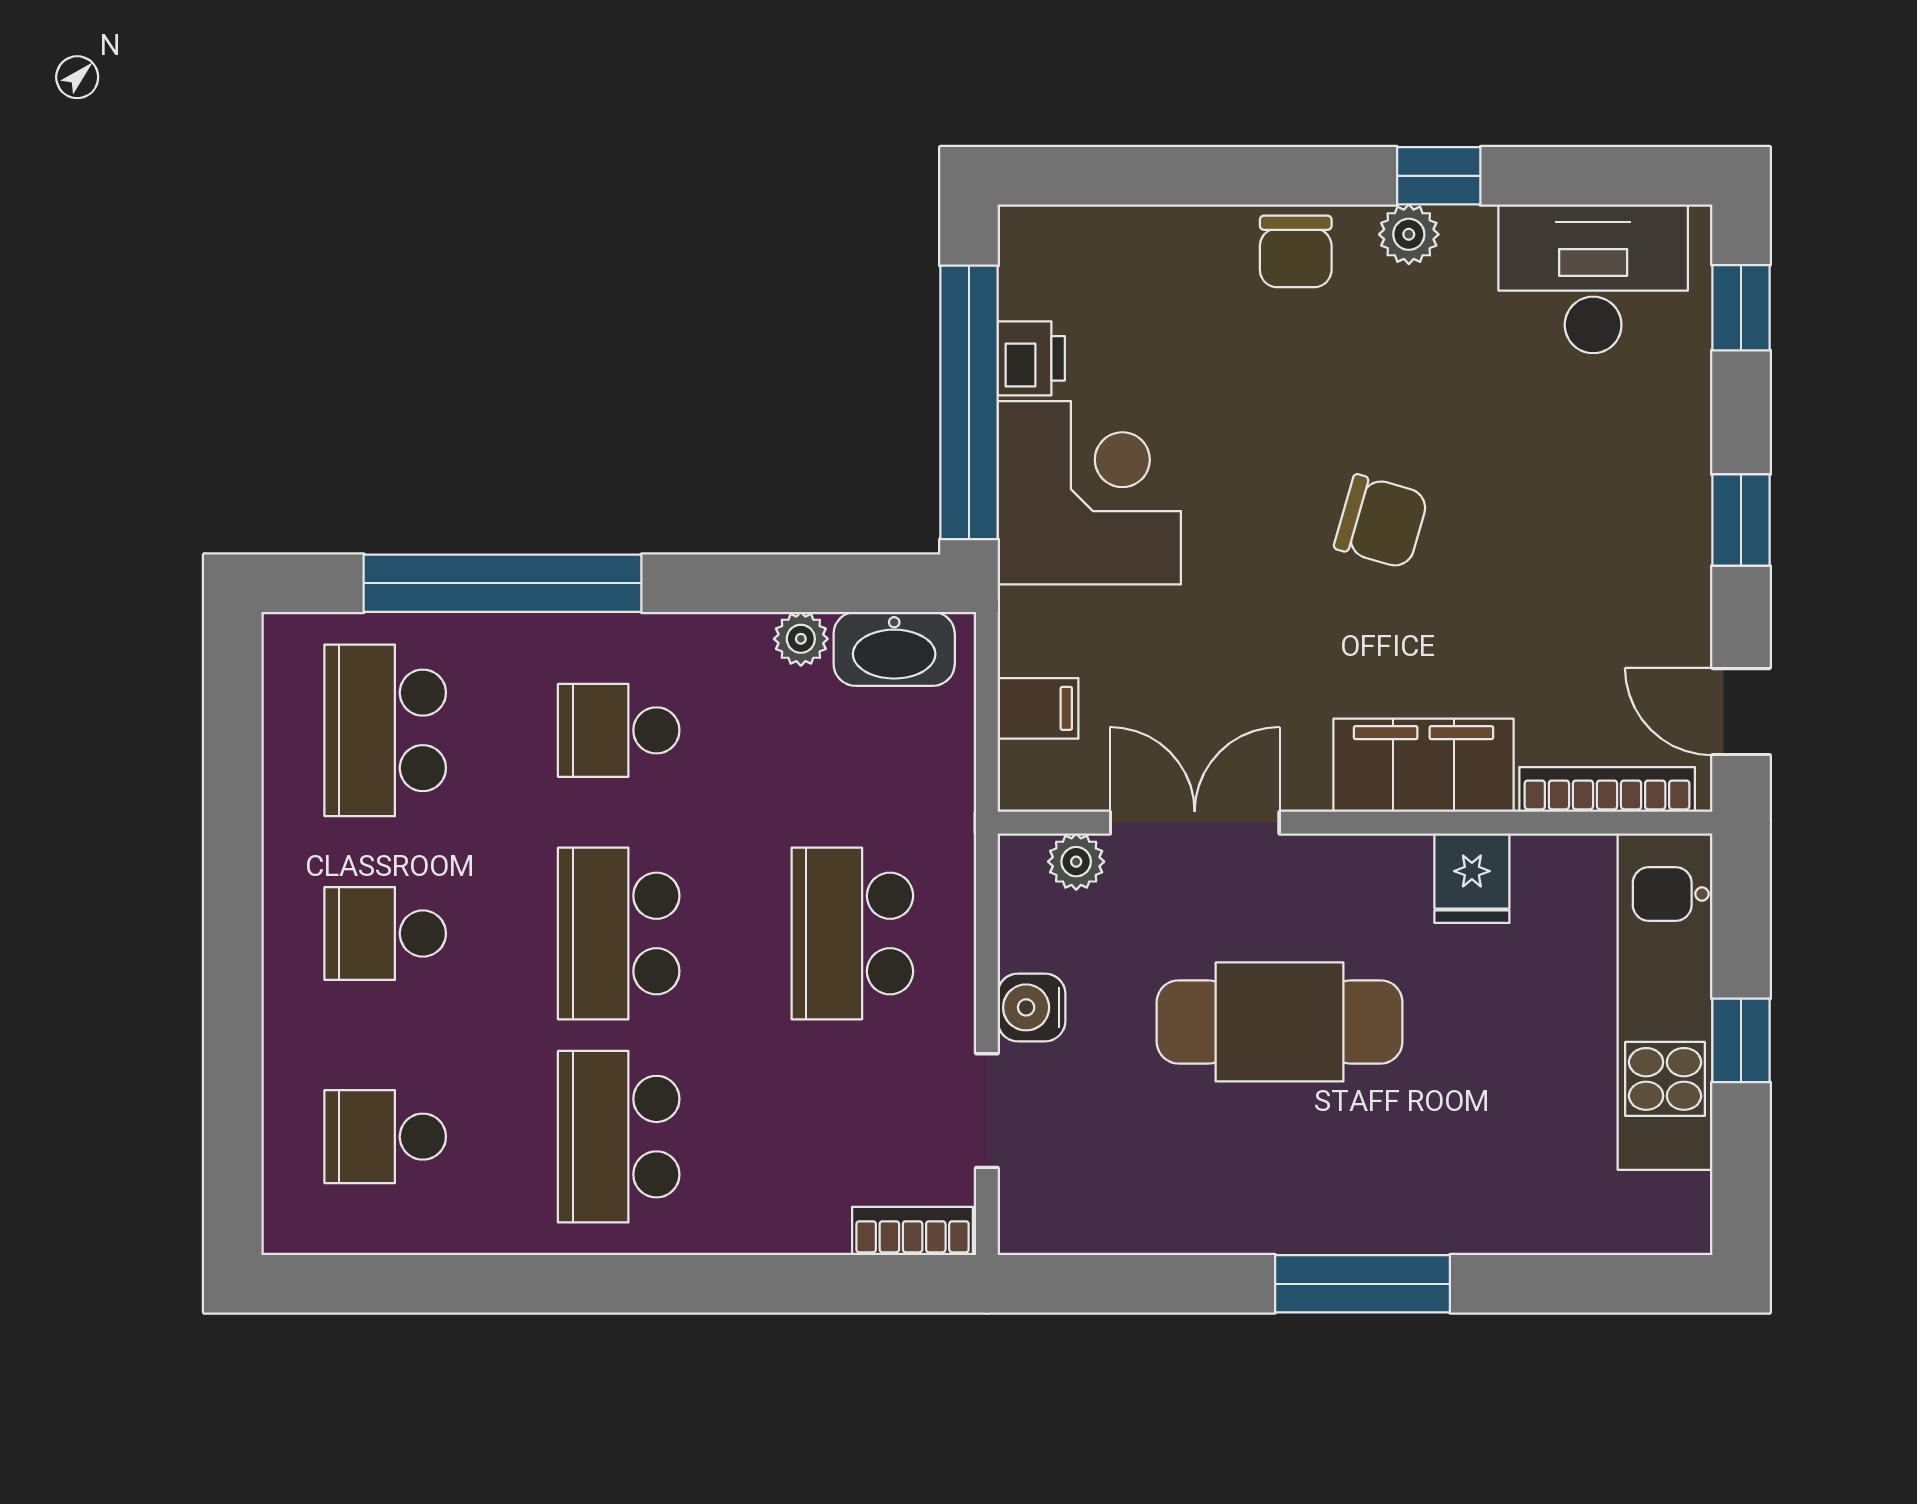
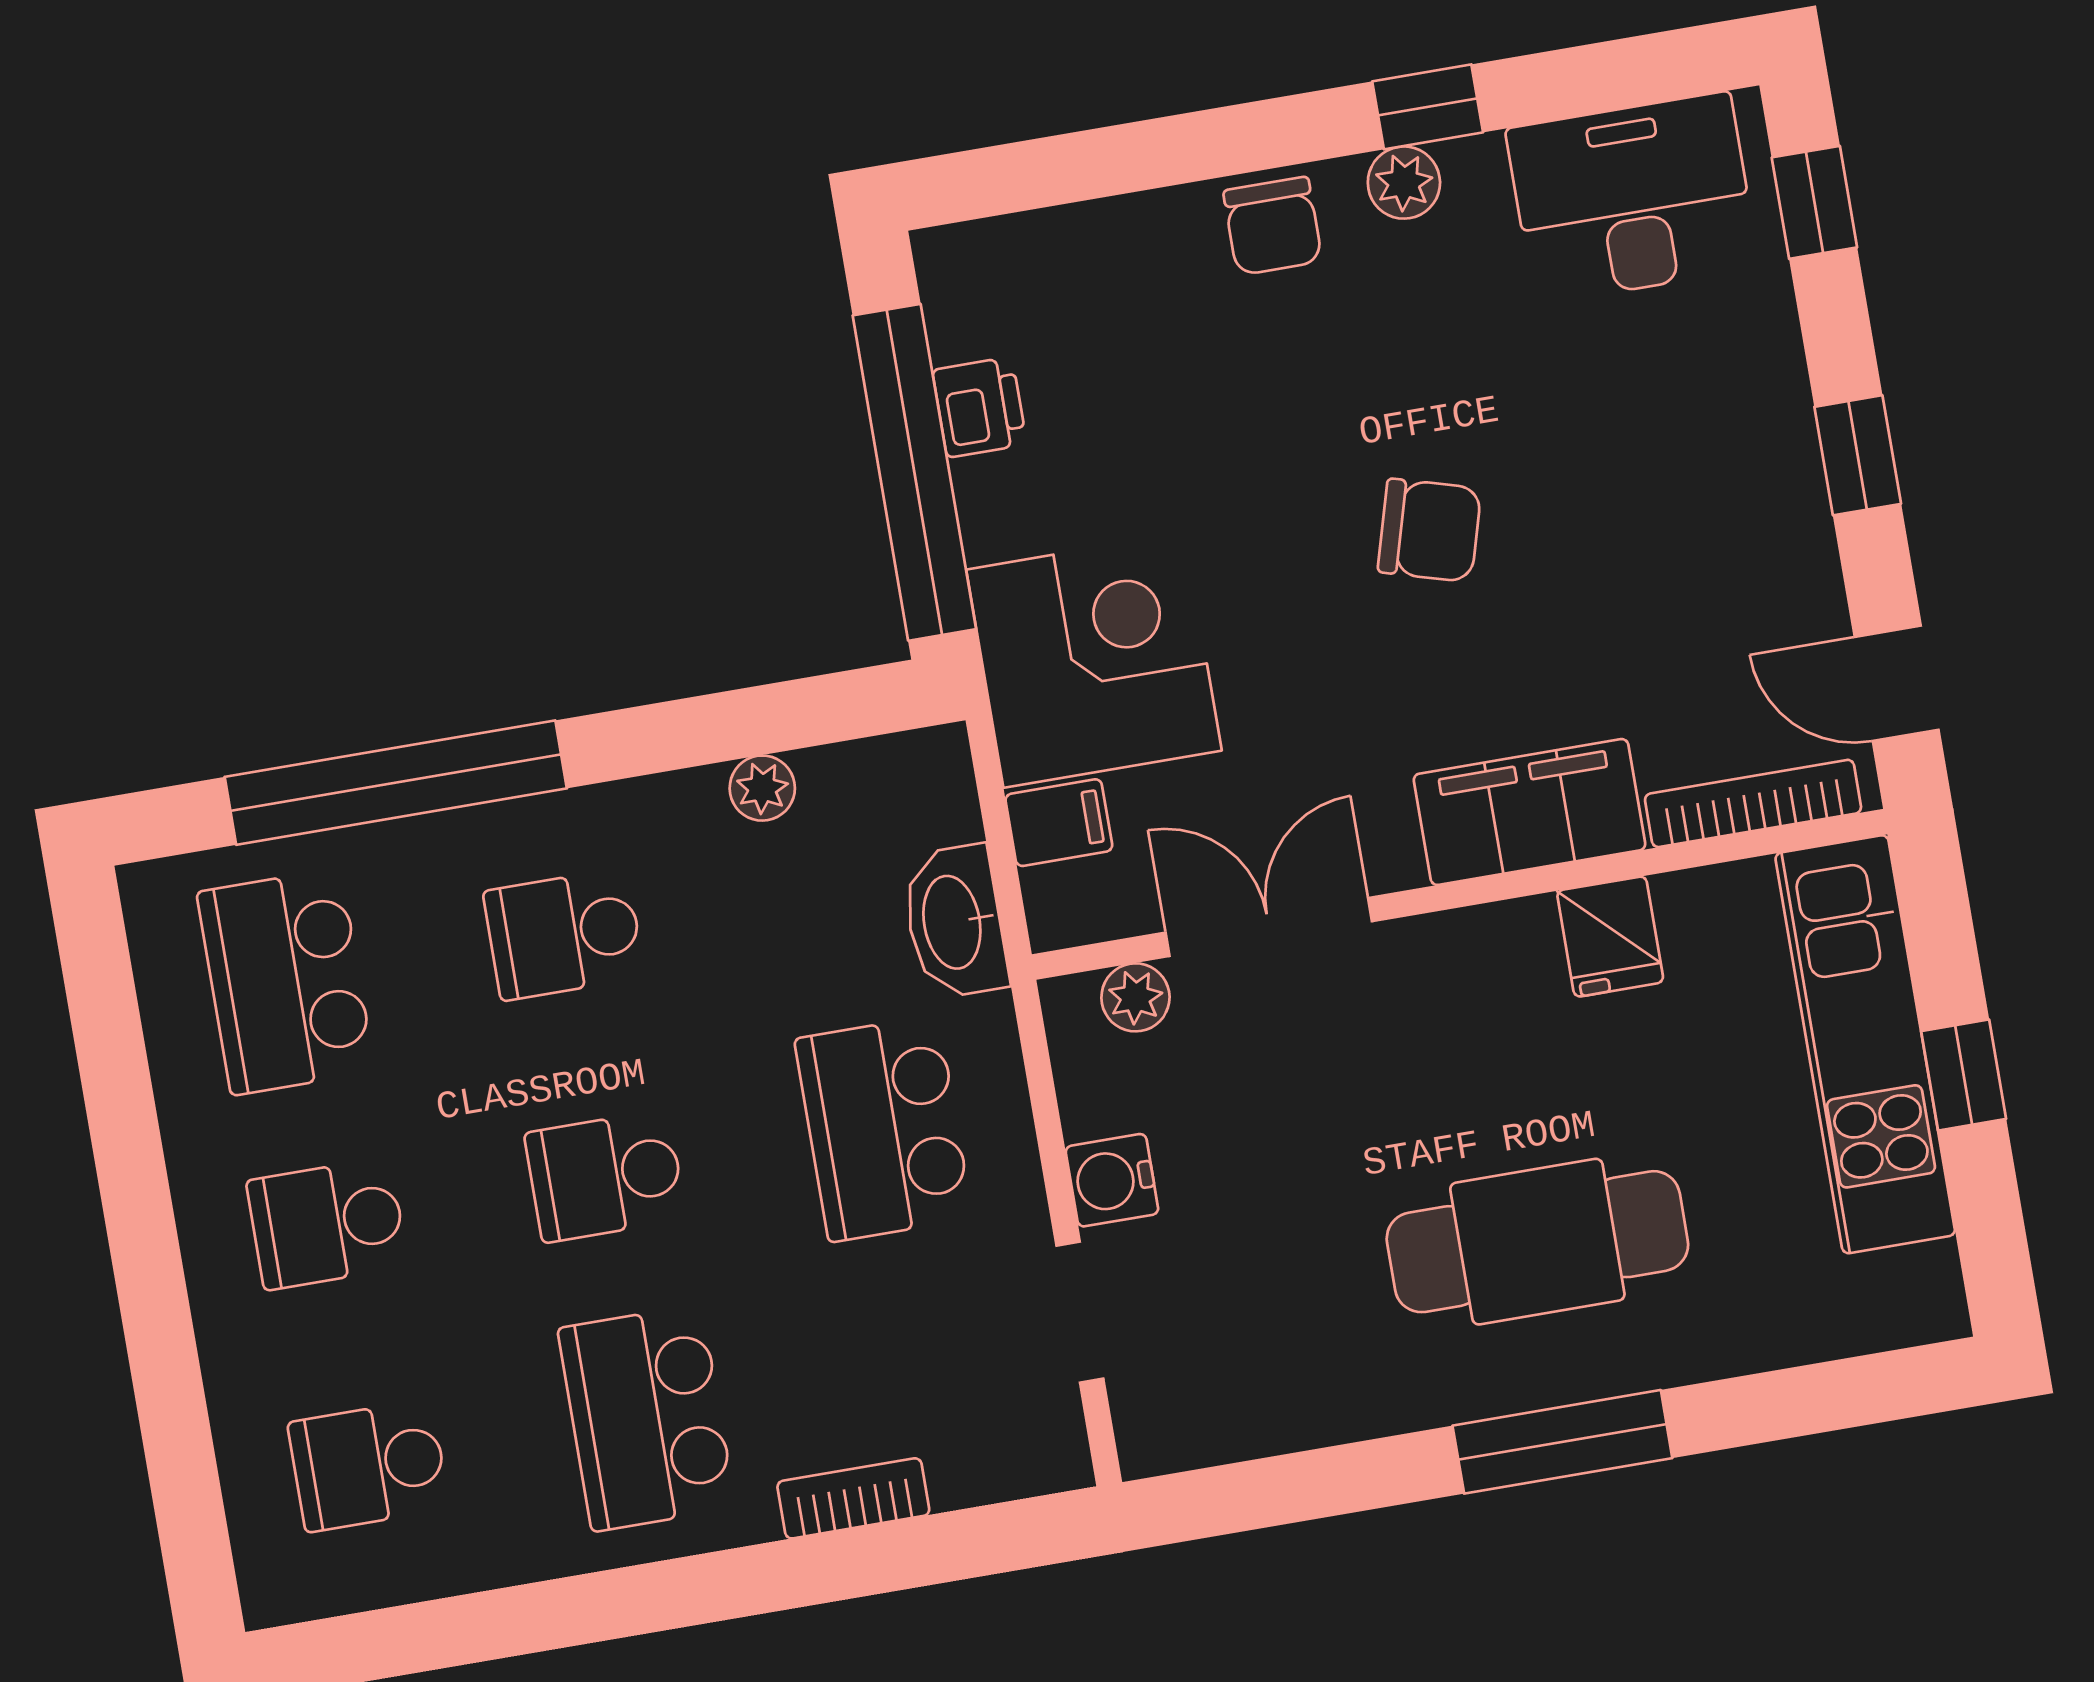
corner desk: (1089, 493) -> (1094, 660), moved
washbasin: (894, 649) -> (955, 922), moved, turned 90
school desk: (619, 934) -> (605, 1176), width x0.54
cafe table: (1280, 1022) -> (1537, 1242), moved
bookcase: (913, 1231) -> (853, 1498), moved

